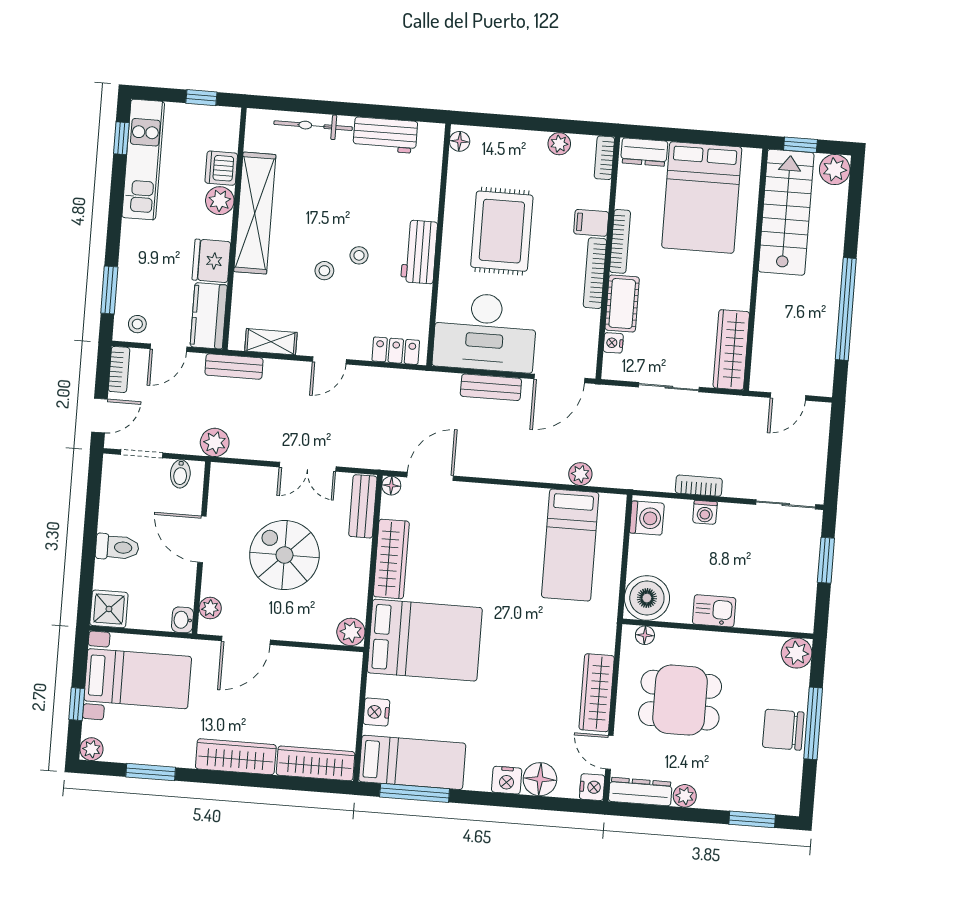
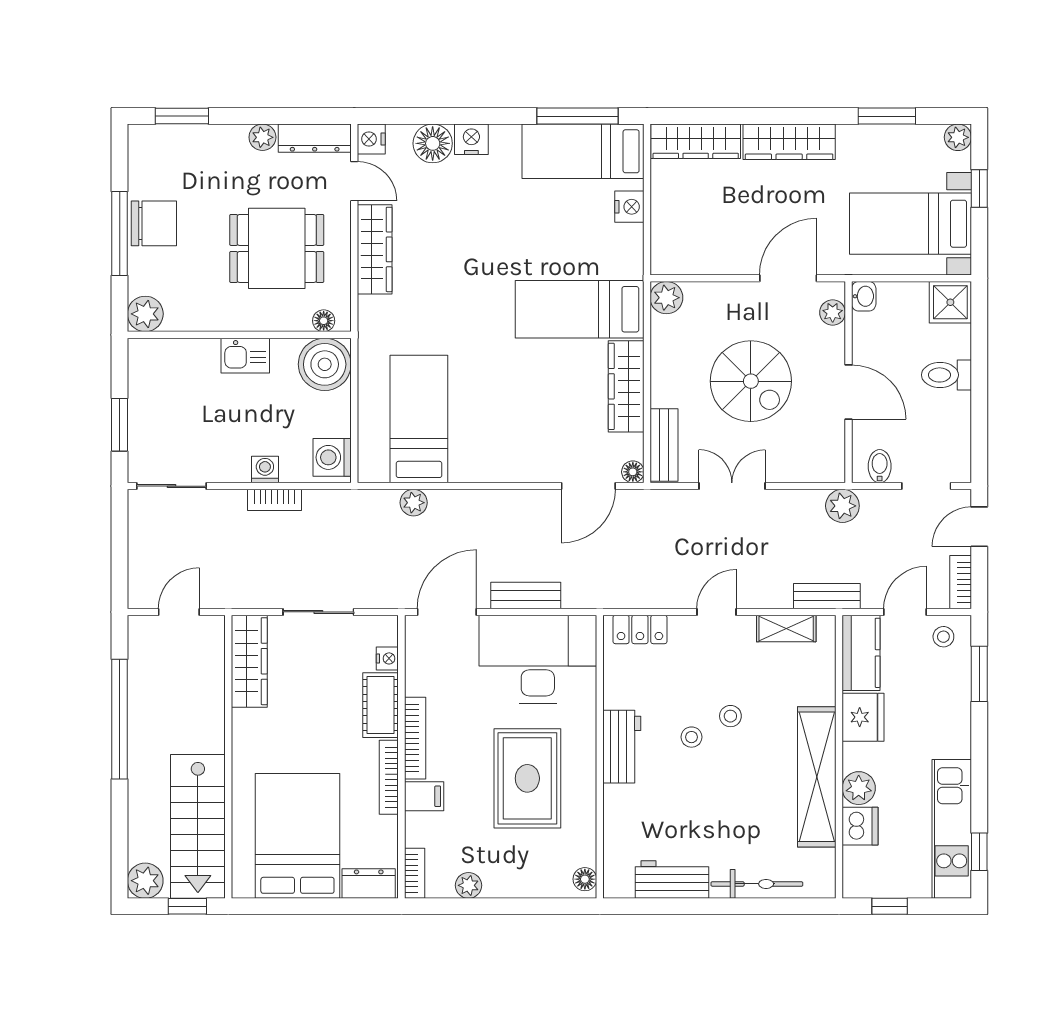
bed: (425, 640) -> (580, 309), width x0.67

